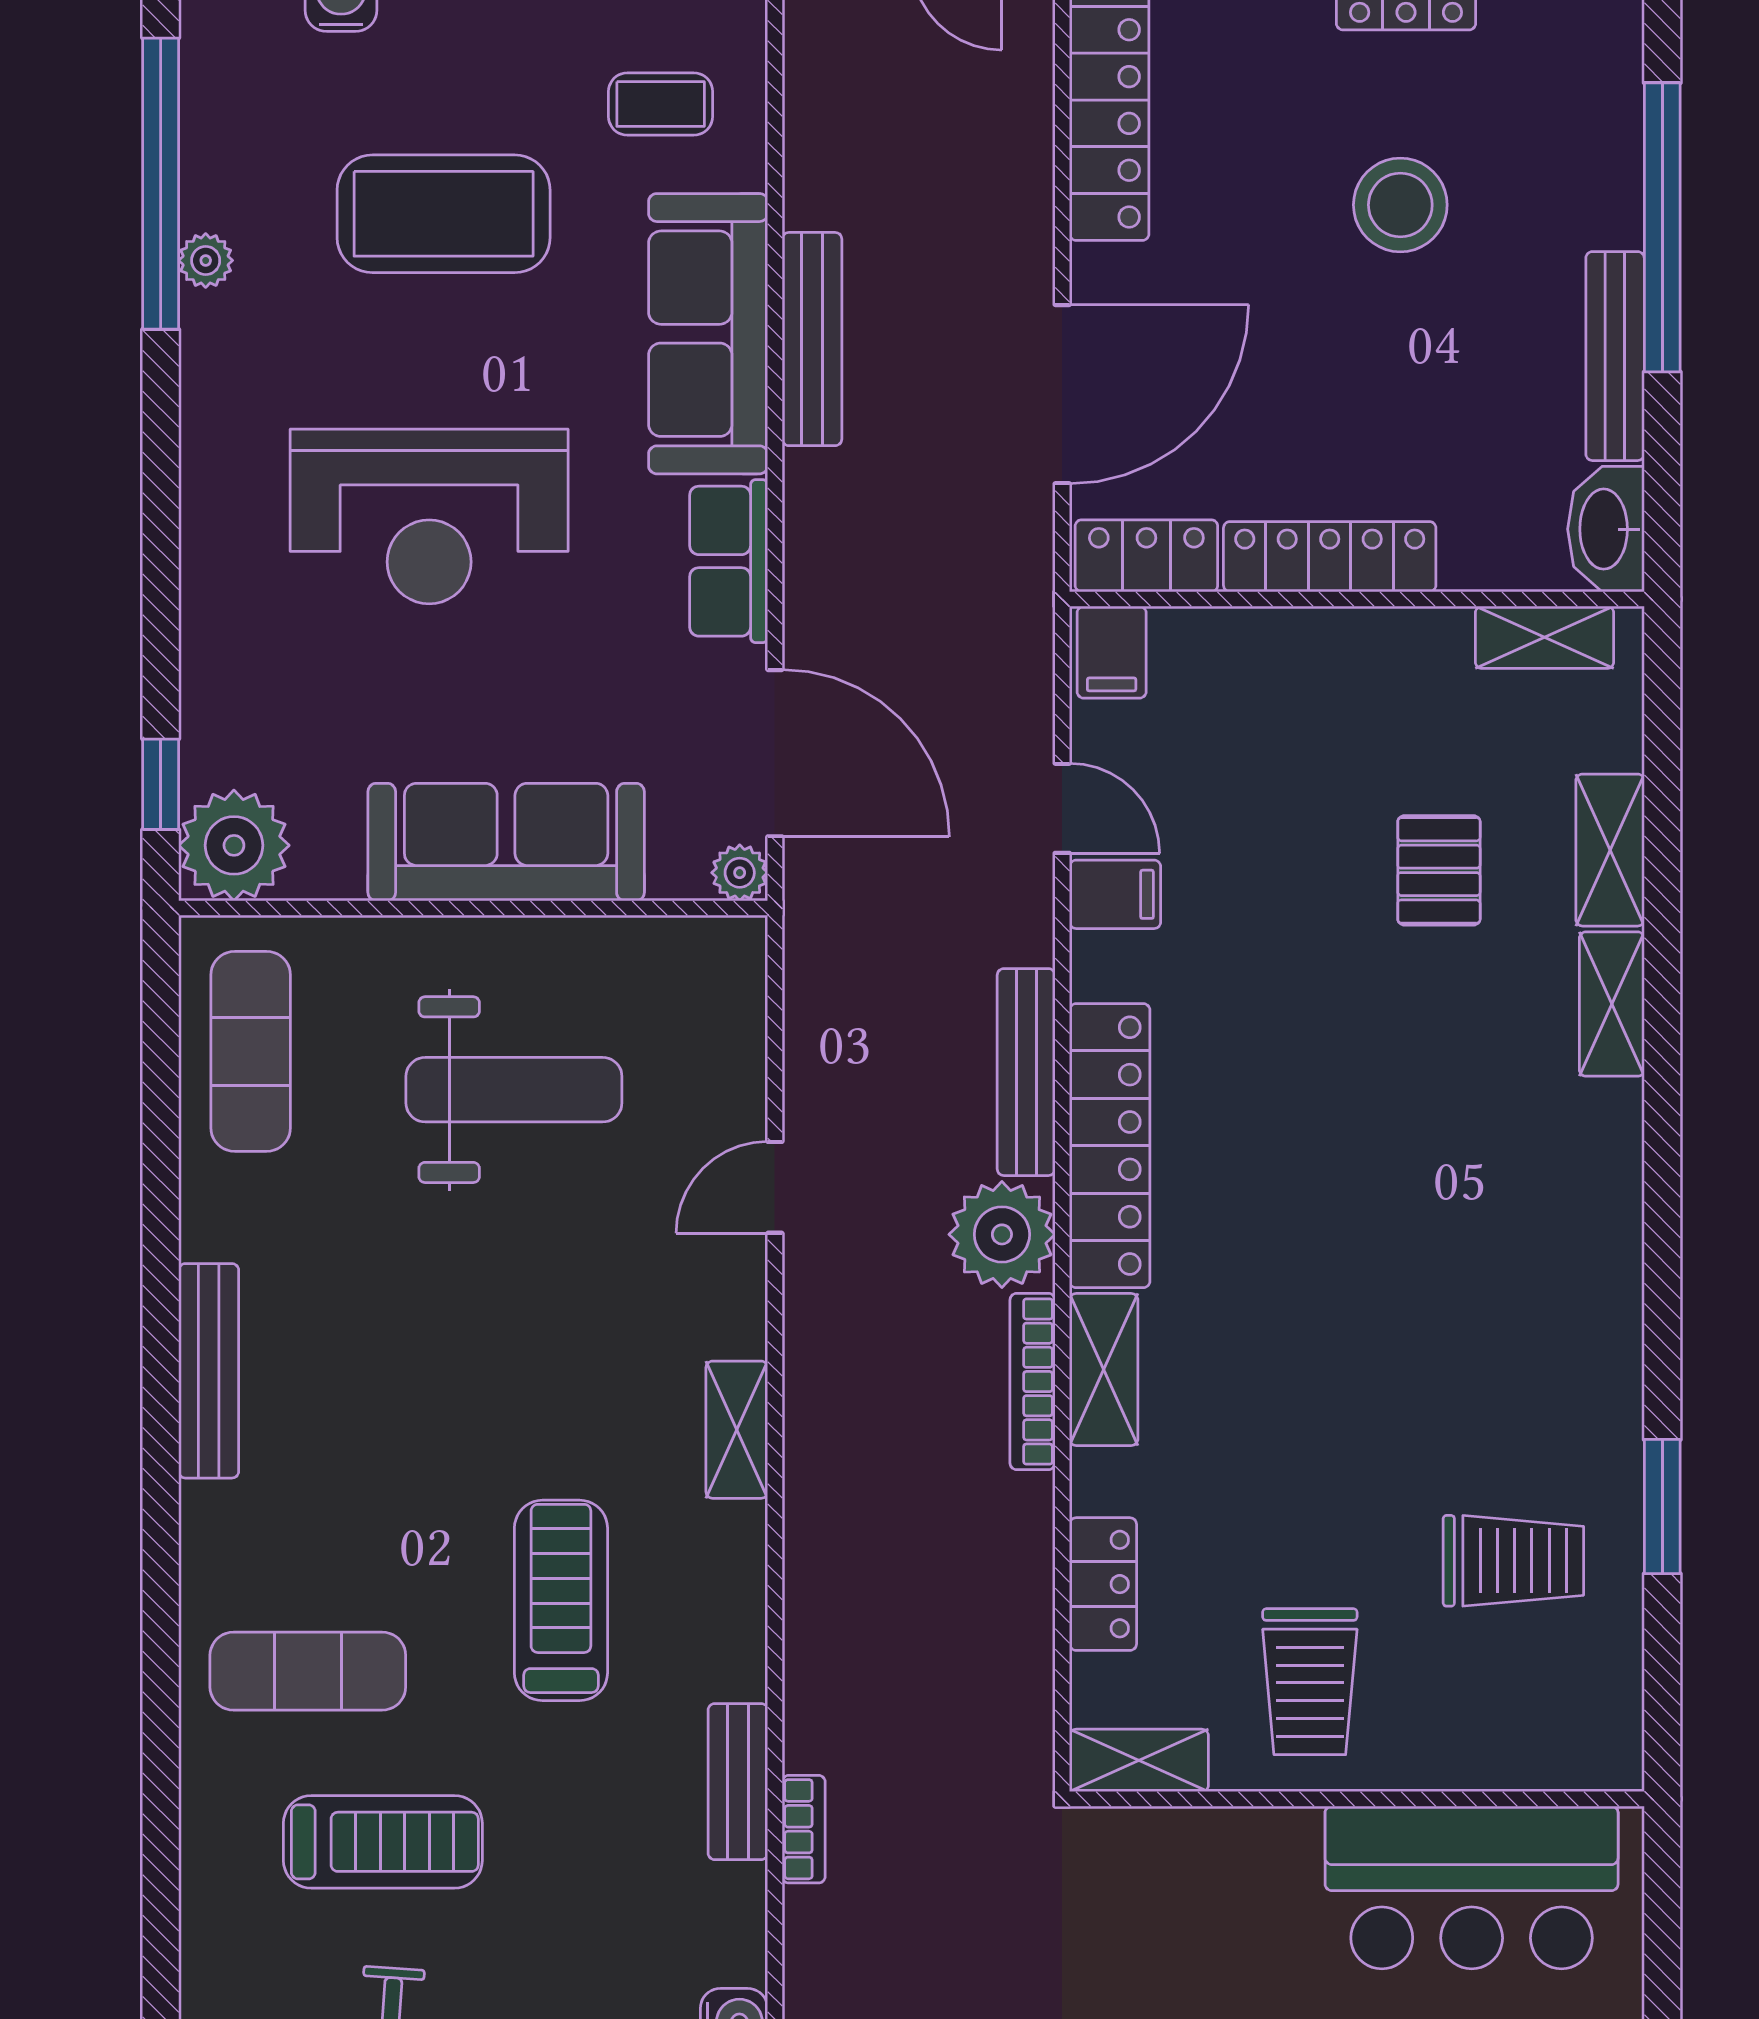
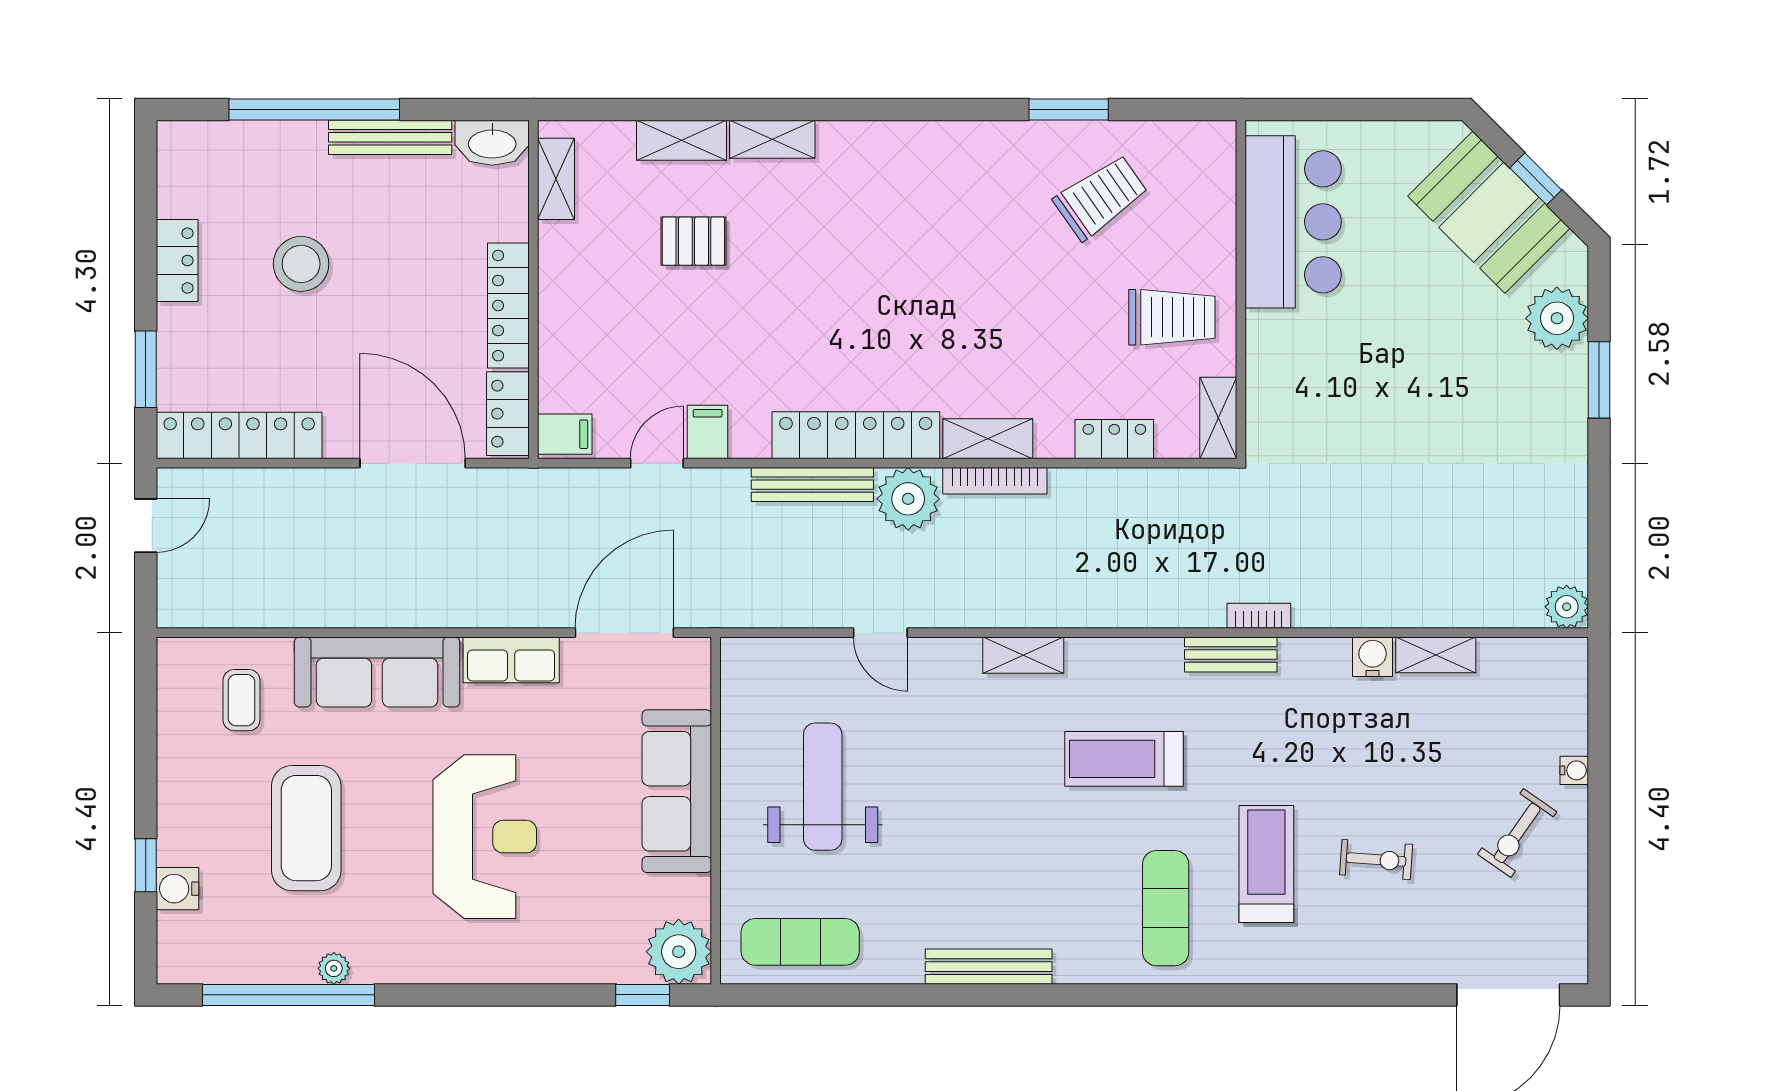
bench: (812, 339) -> (380, 611), removed
plant: (740, 873) -> (695, 653), removed
trolley: (1513, 1561) -> (1101, 197), turned 55

